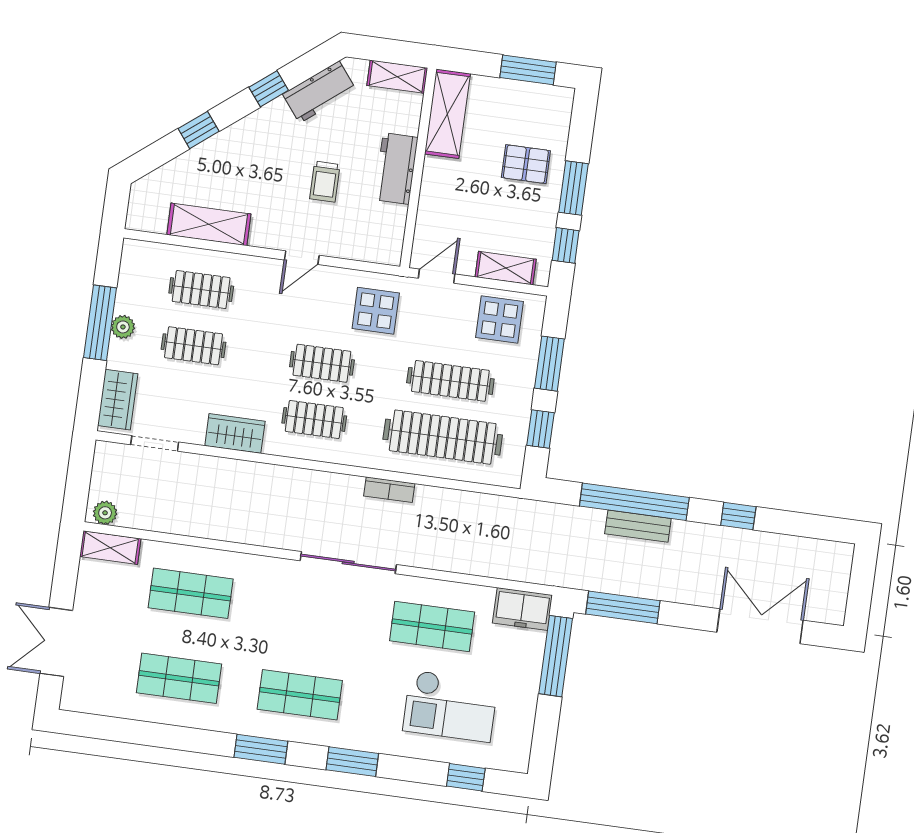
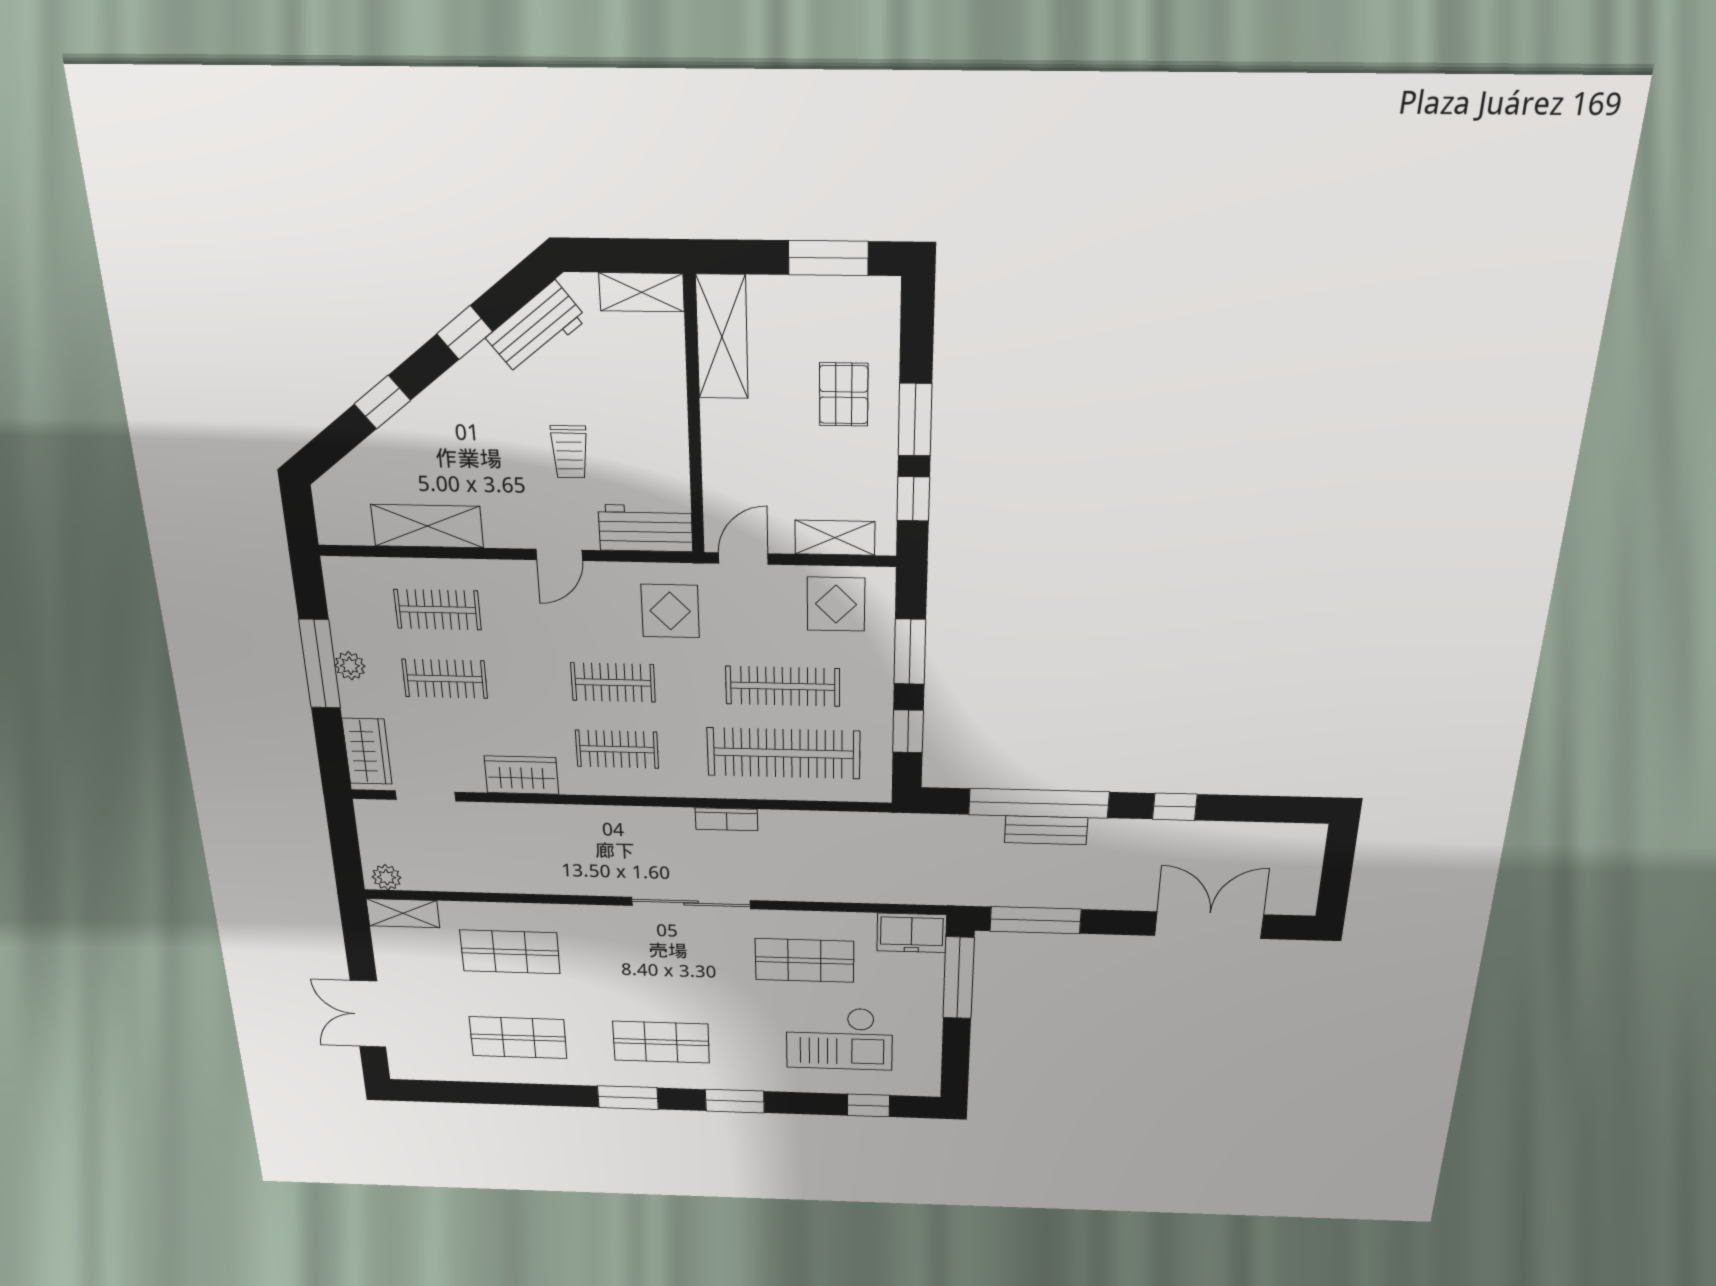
pallet: (526, 164) -> (844, 395), turned 90
workbench: (396, 169) -> (645, 528), moved, turned 90

